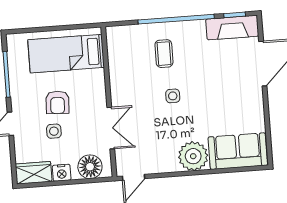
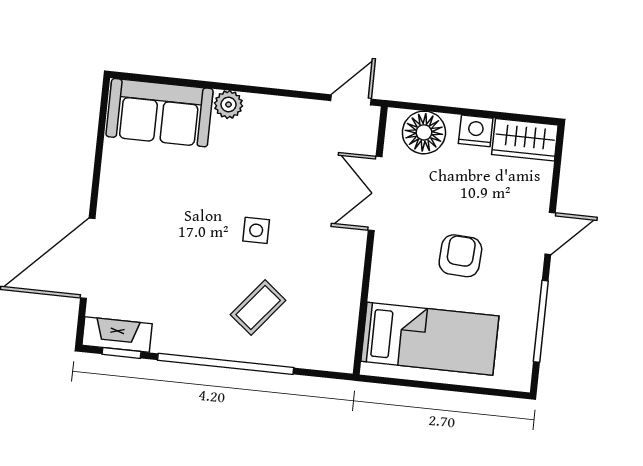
fireplace: (232, 28) -> (117, 335), width x0.73, depth x0.76
coffee table: (164, 54) -> (258, 307), turned 39
side table: (54, 131) -> (476, 206), removed
plant: (193, 156) -> (228, 105), width x0.53, depth x0.53

